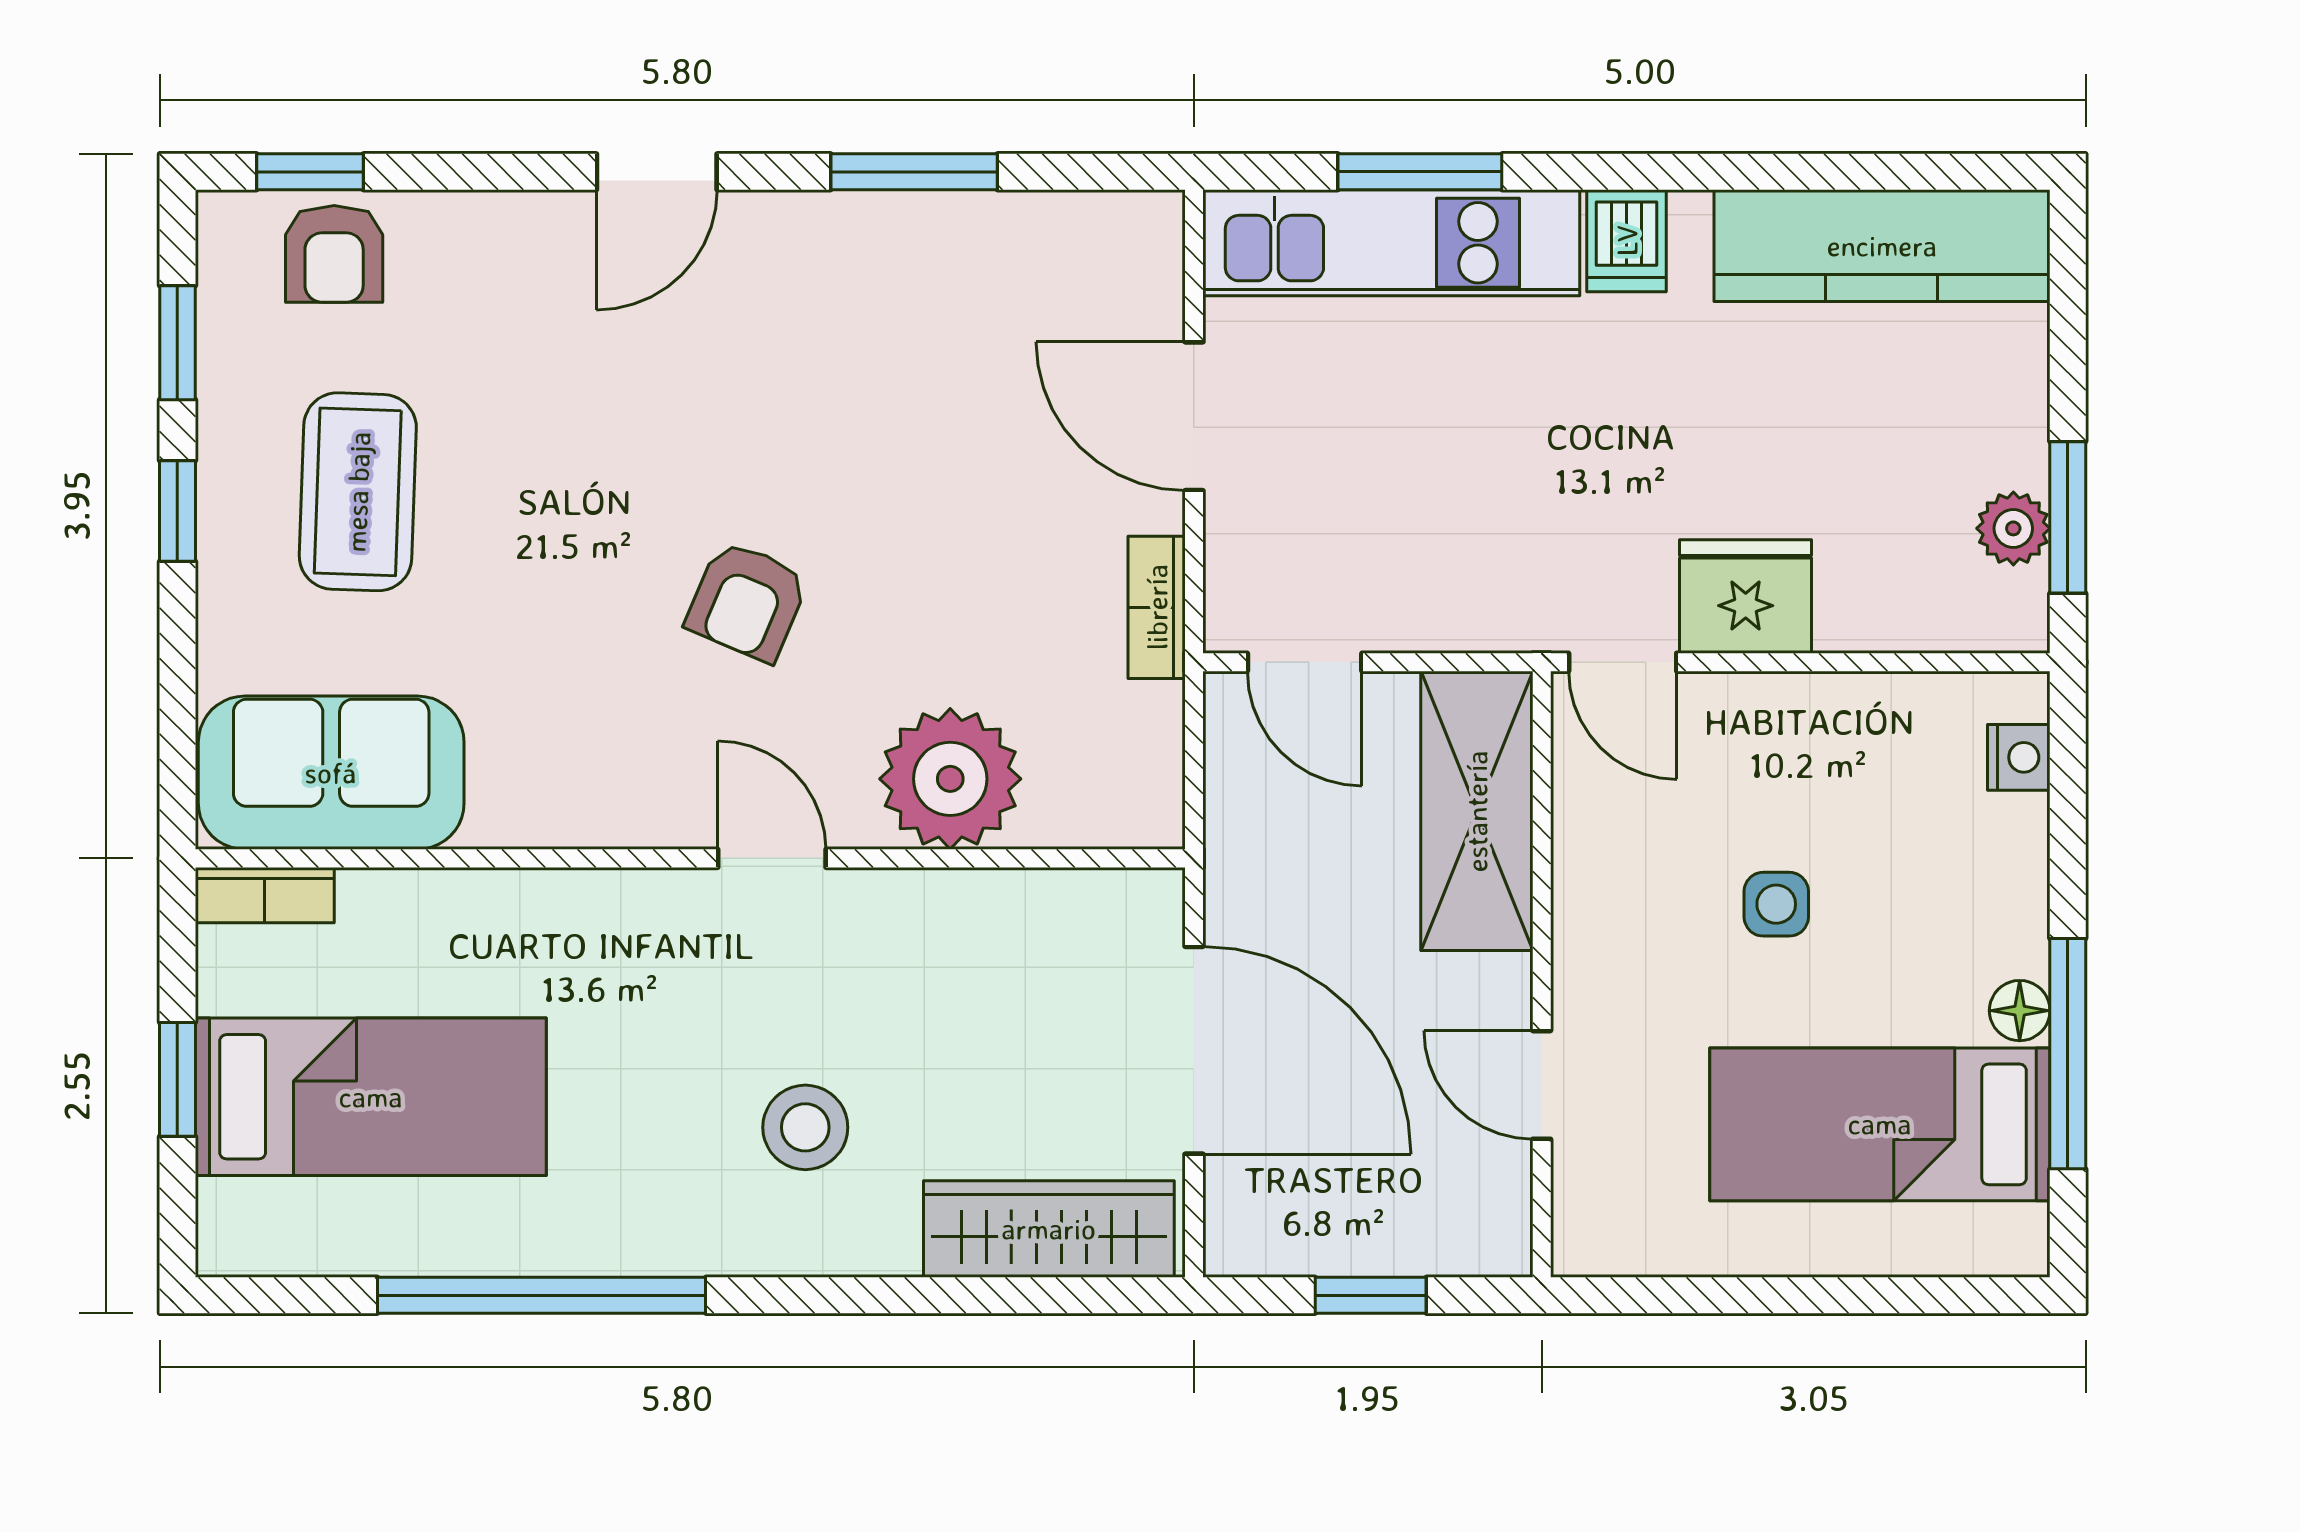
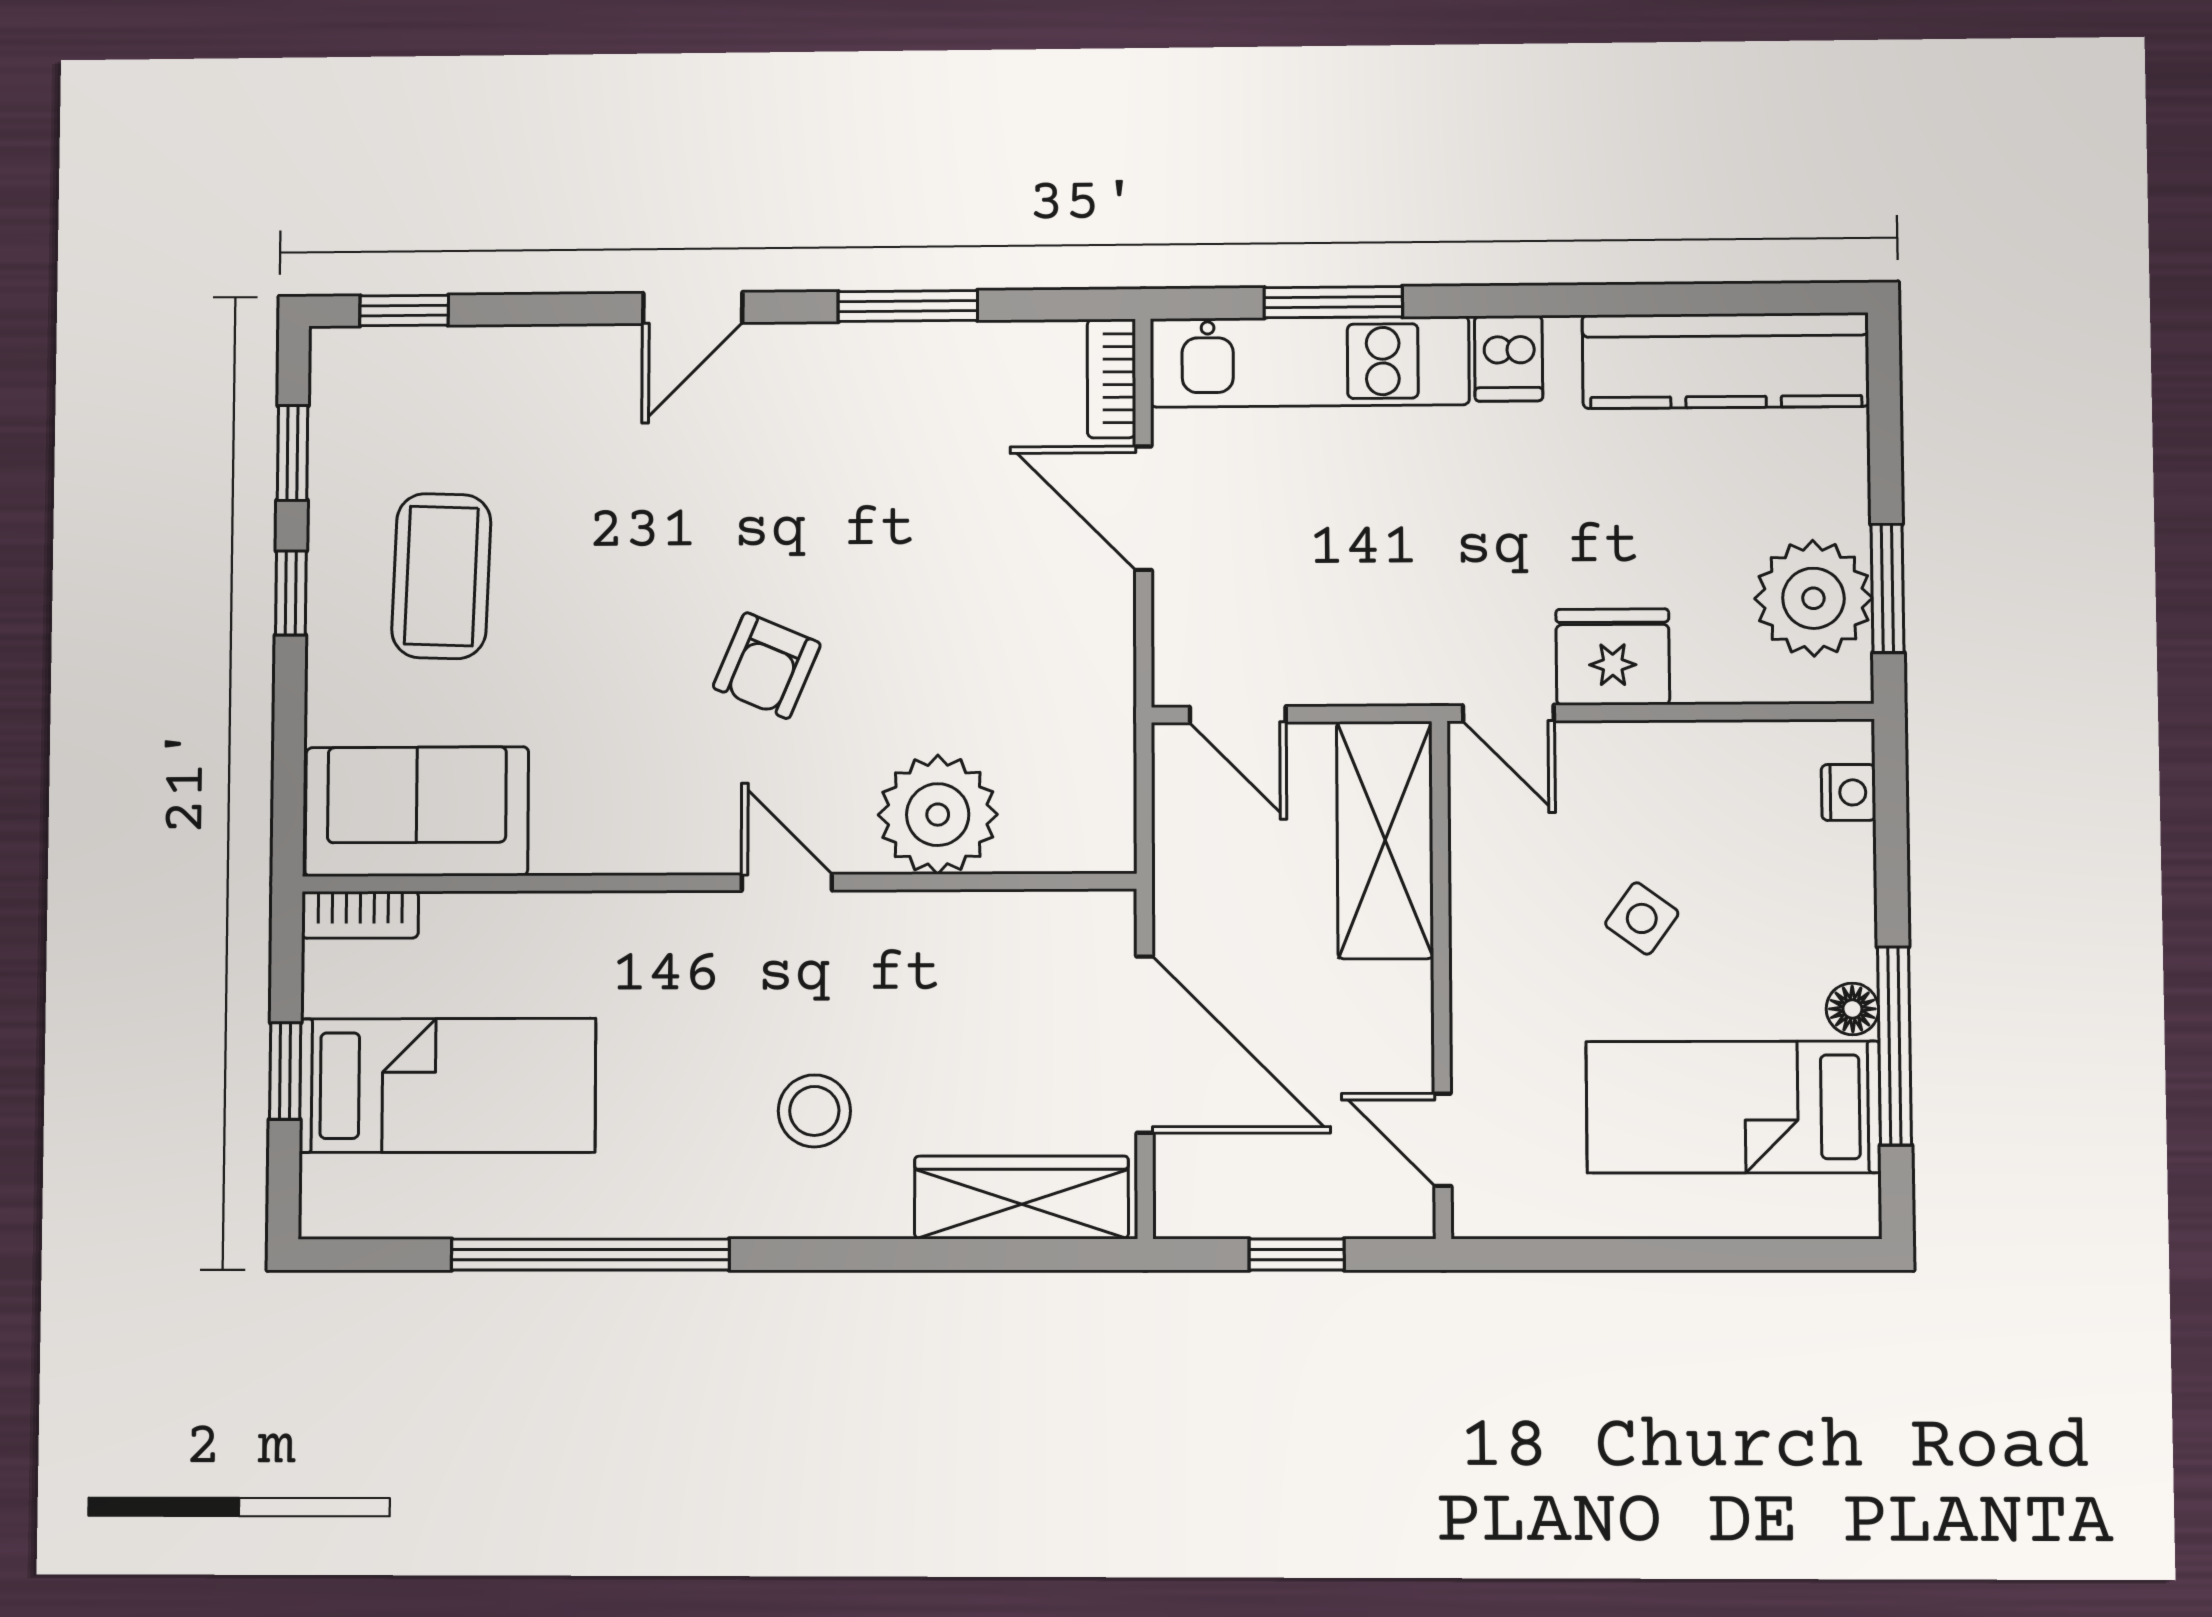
armchair: (334, 254) -> (423, 378), removed
plant: (2013, 528) -> (1813, 598), width x1.87, depth x1.87
bookcase: (1157, 607) -> (1112, 378), moved
side table: (1776, 904) -> (1642, 918), turned 36
door: (1542, 1085) -> (1443, 1140), moved

